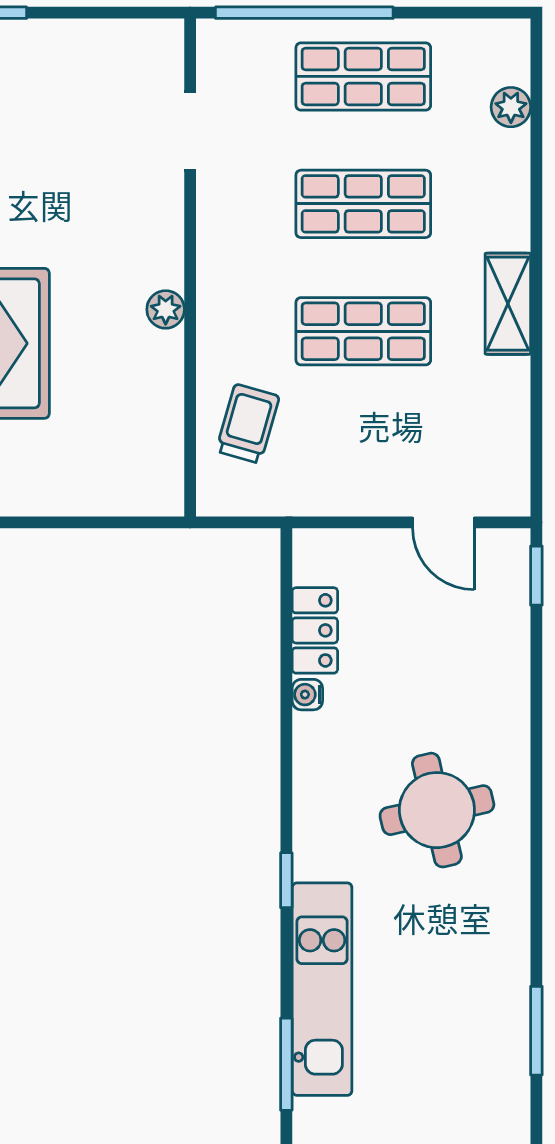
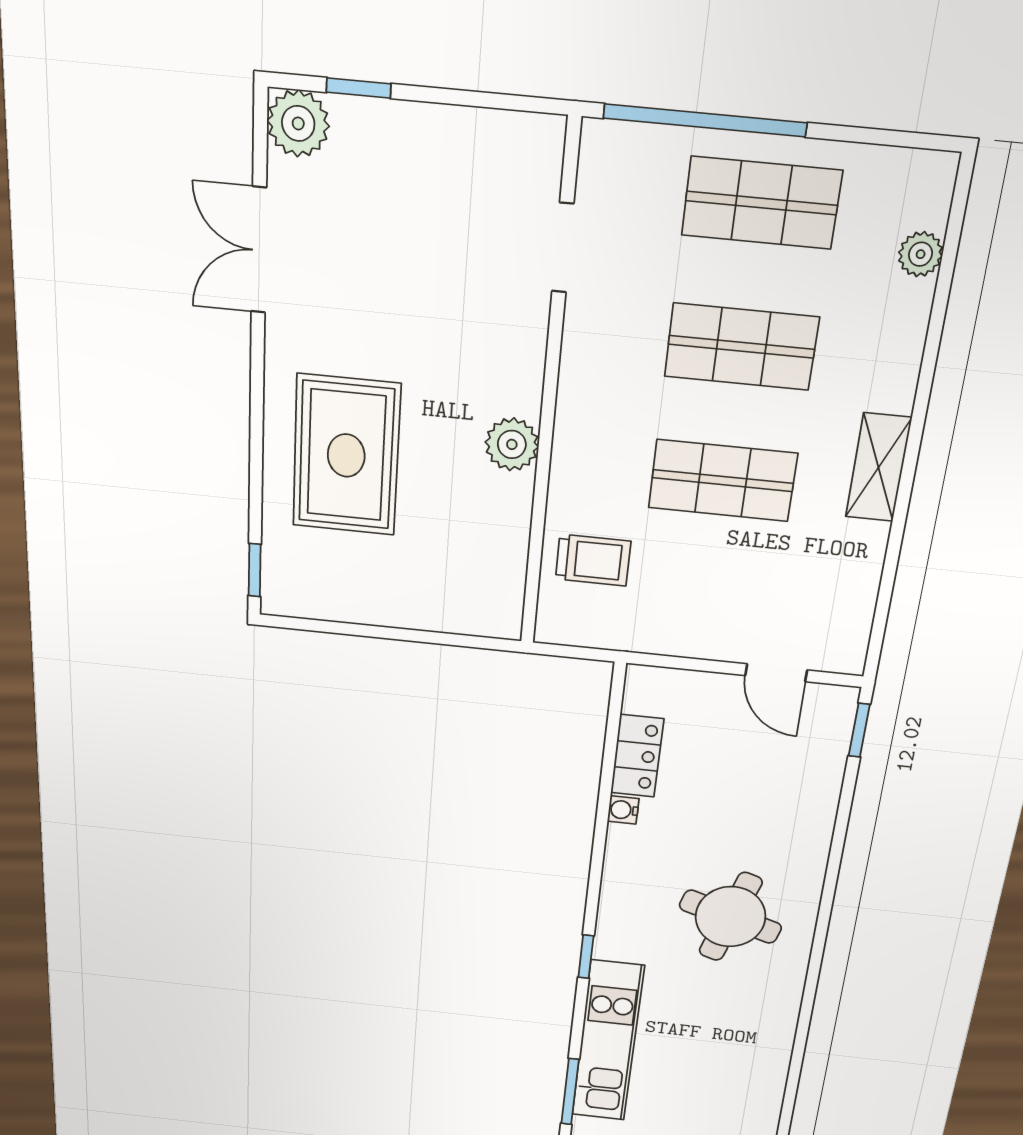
plant: (166, 309) -> (512, 444), width x1.38, depth x1.38
trolley: (248, 424) -> (593, 560), turned 74
round table: (437, 810) -> (730, 917), turned 30
window: (536, 1031) -> (791, 1092), removed

